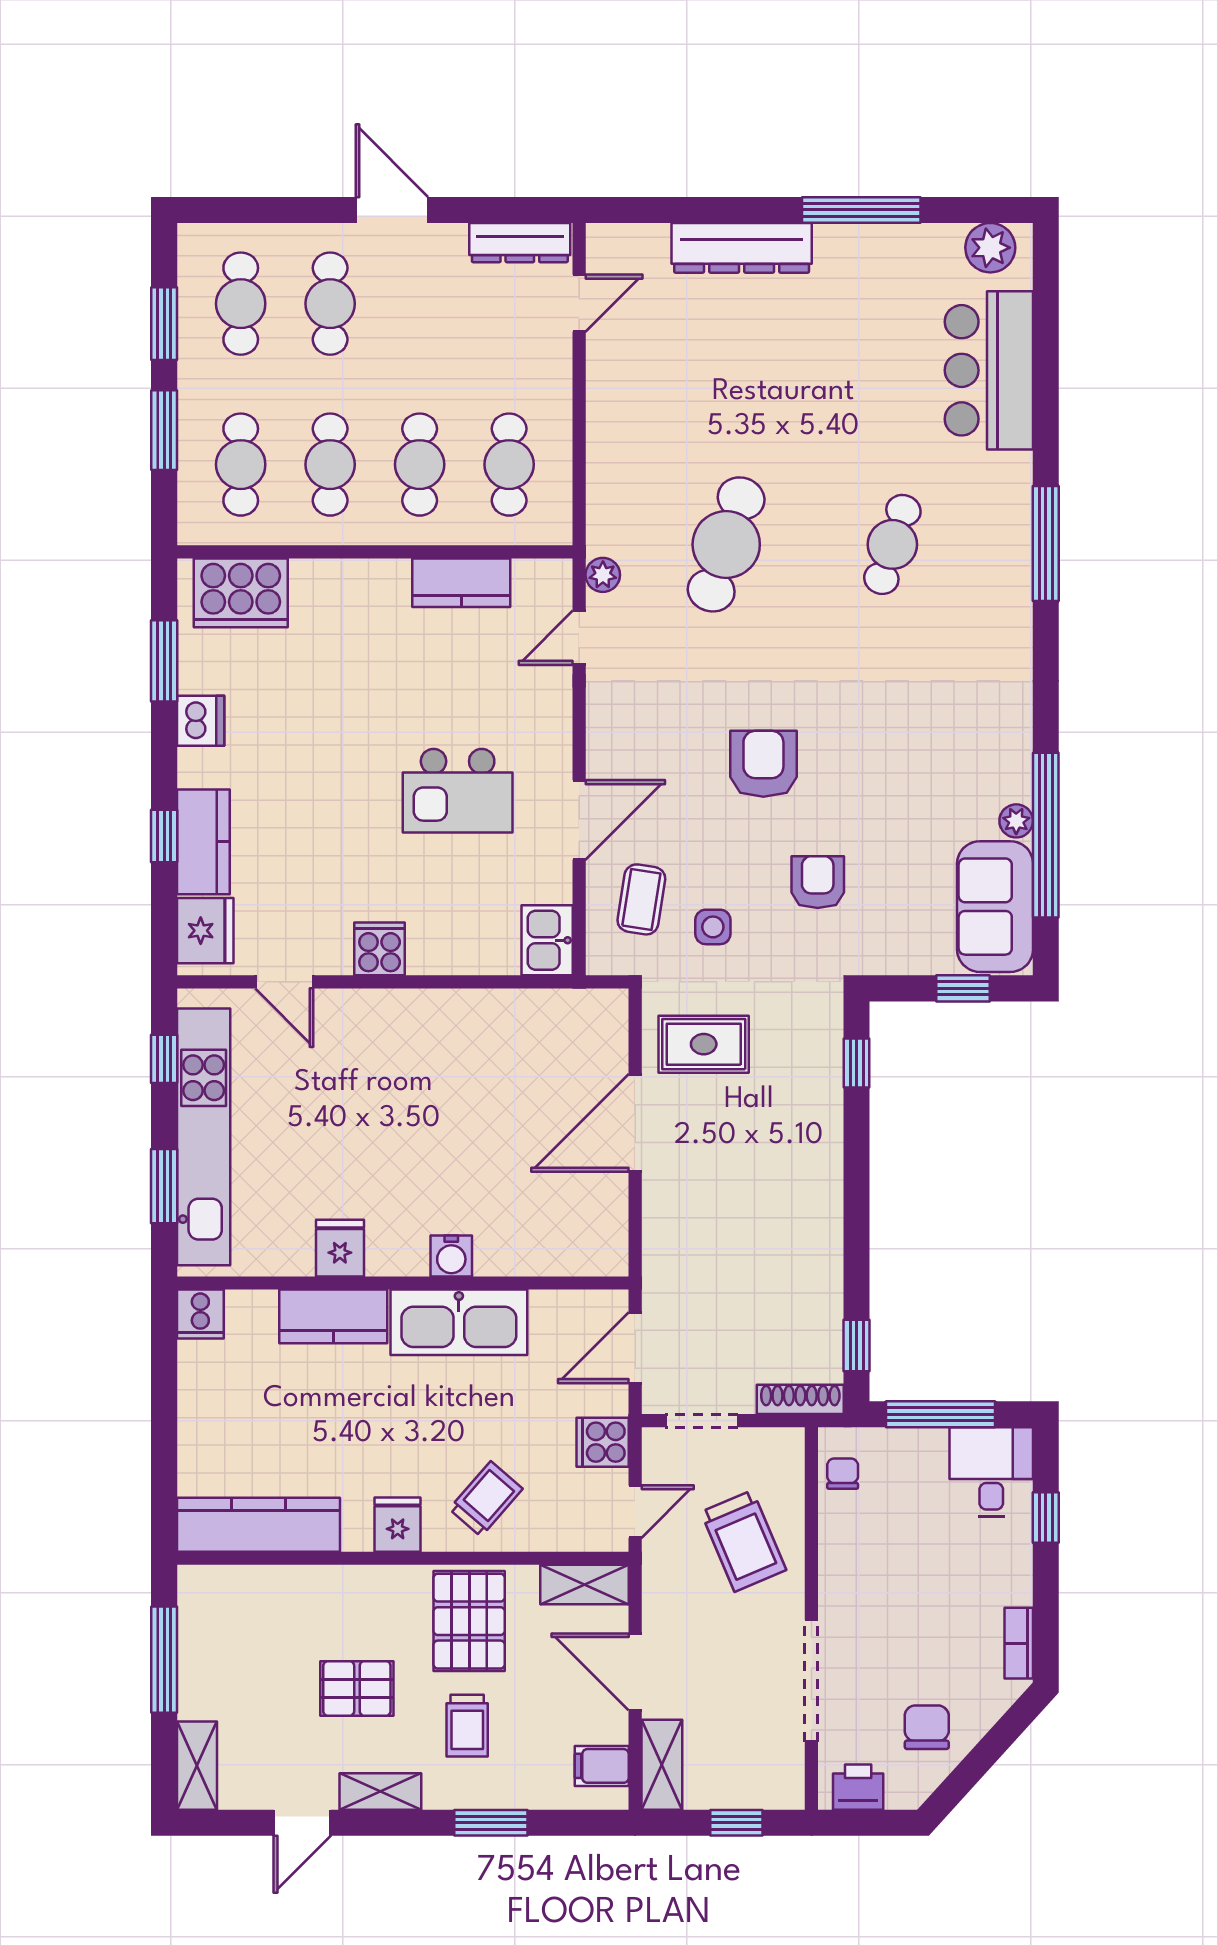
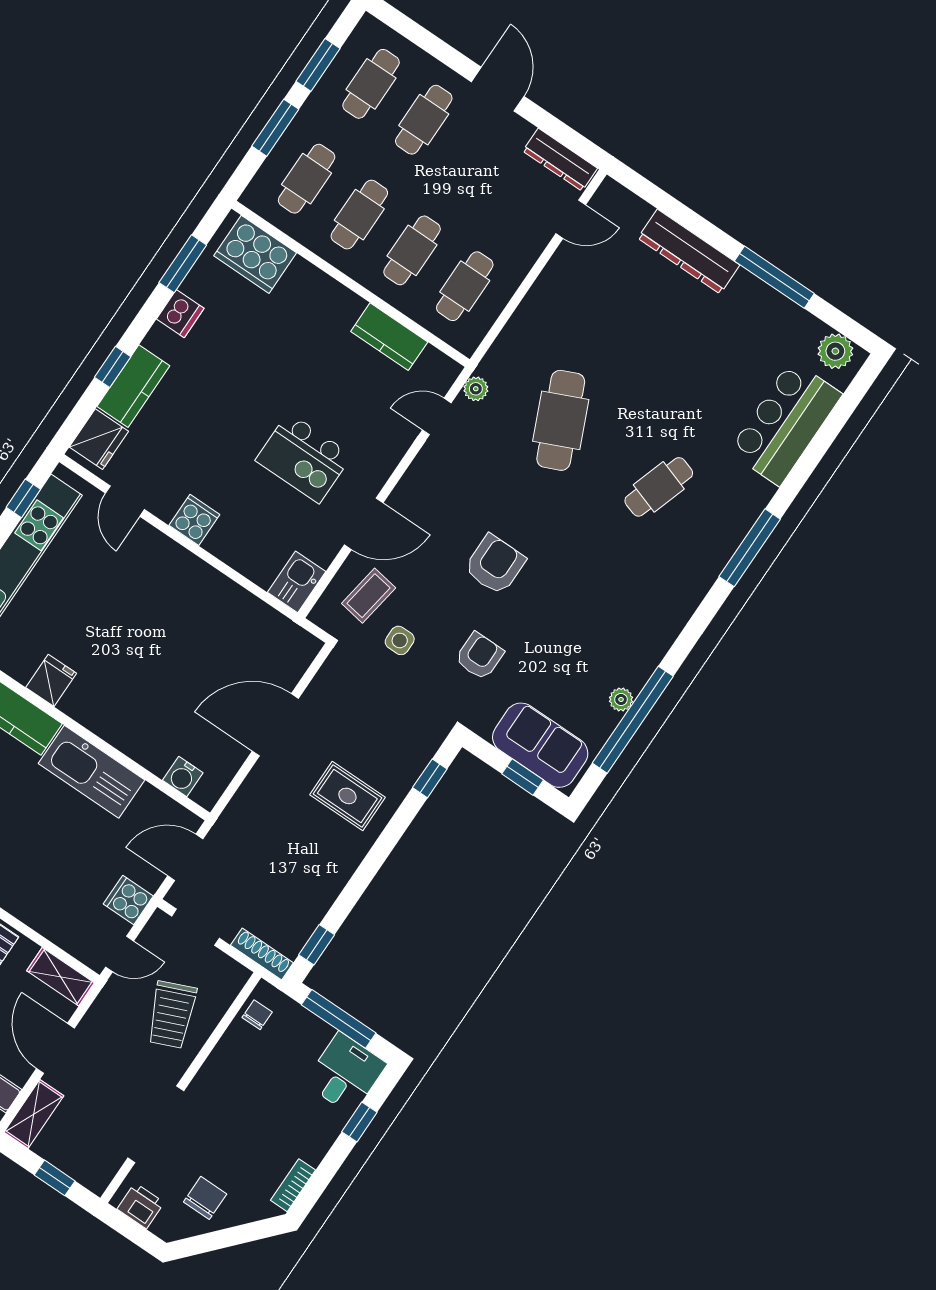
cafe table: (726, 544) -> (561, 420), turned -42
sofa: (995, 907) -> (540, 745), moved, turned 90
rug: (704, 1044) -> (347, 796), moved
water cooler: (451, 1256) -> (183, 777), moved
trolley: (486, 1499) -> (37, 887), removed

